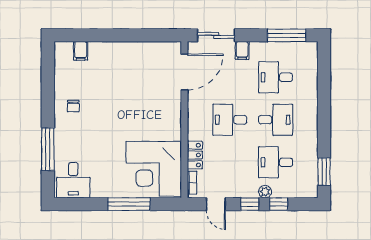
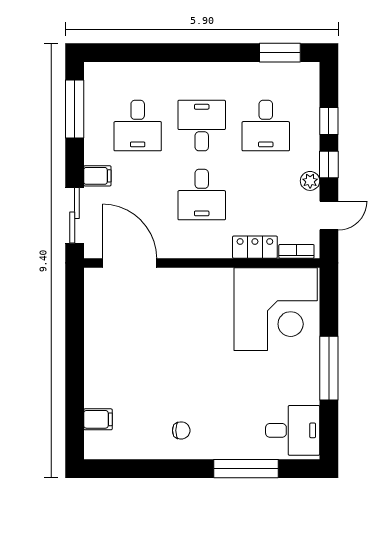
plant: (265, 192) -> (310, 181), moved
window: (129, 204) -> (329, 368), moved

